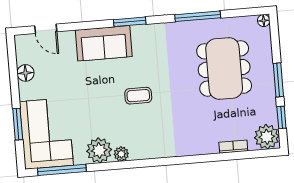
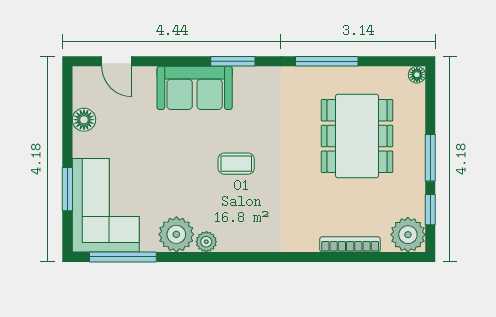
bookcase: (233, 147) -> (350, 244), width x1.56

